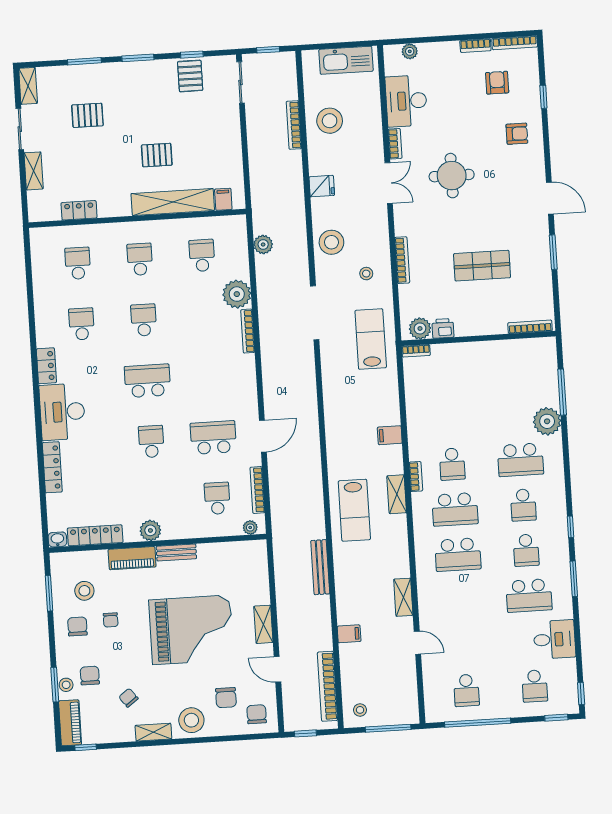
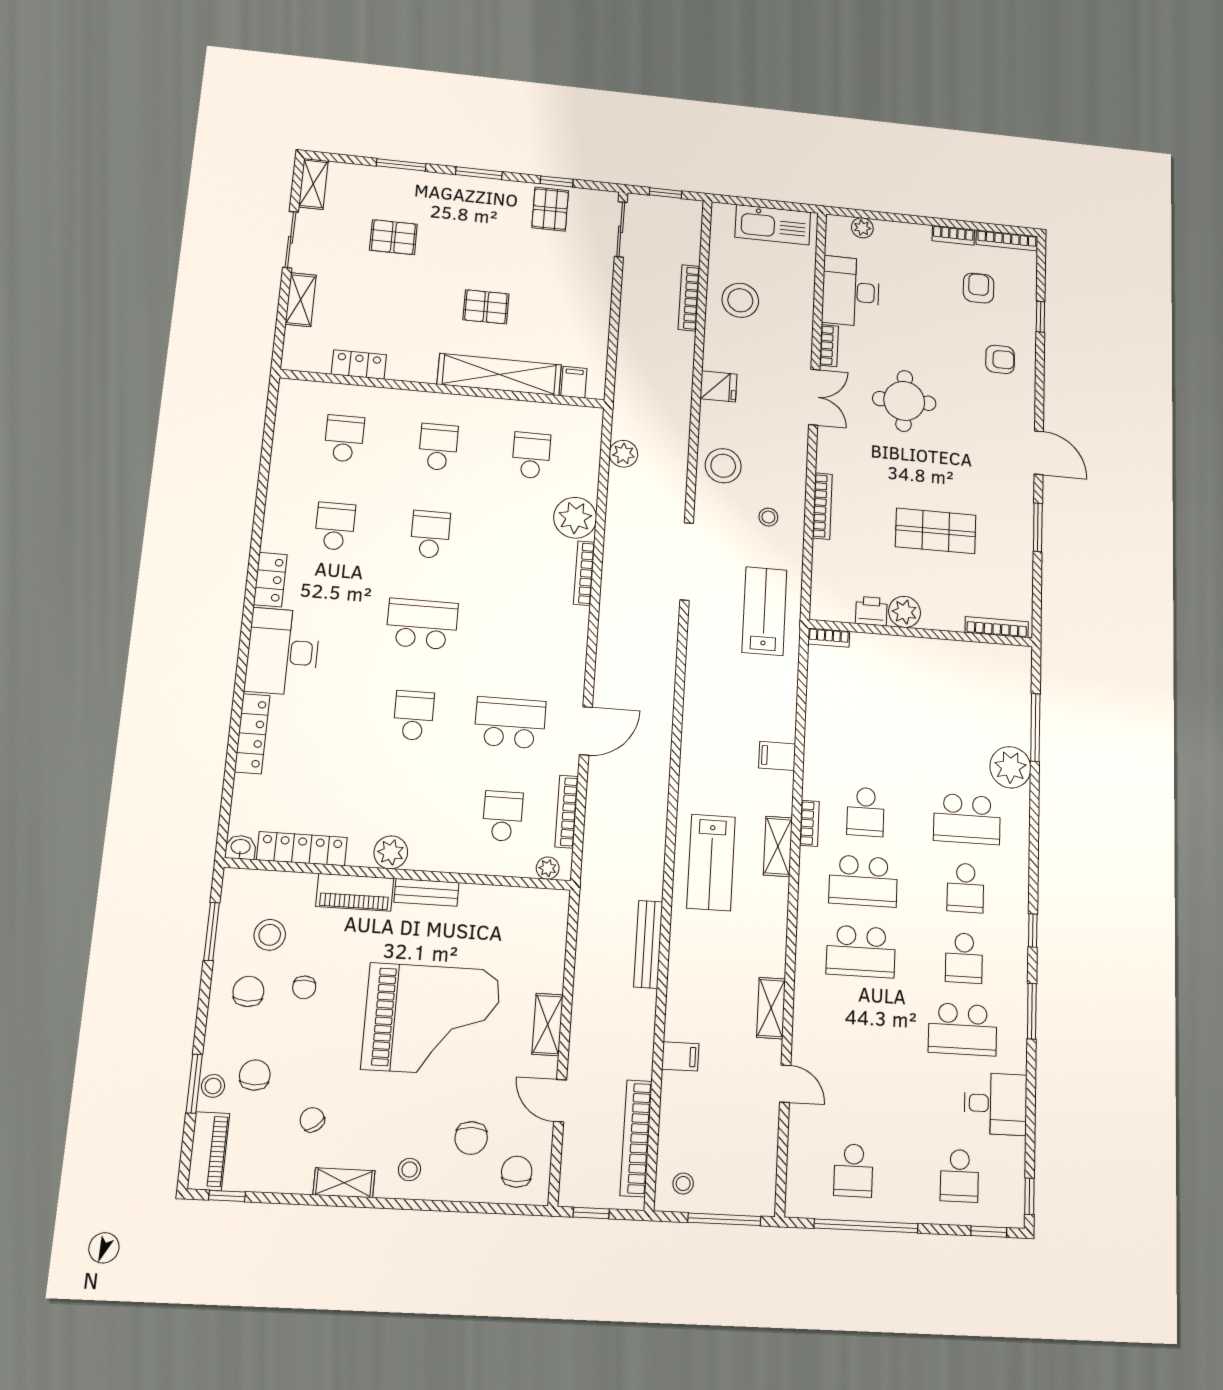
plant: (420, 328) -> (905, 612), moved
stool: (191, 720) -> (409, 1170), width x0.53, depth x0.53

